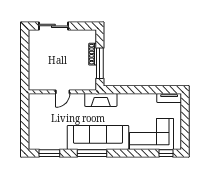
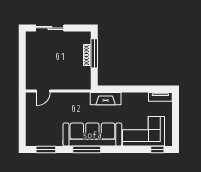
window: (100, 63) -> (94, 53), moved
door: (63, 92) -> (43, 91), moved
fireplace: (101, 100) -> (106, 99), moved

